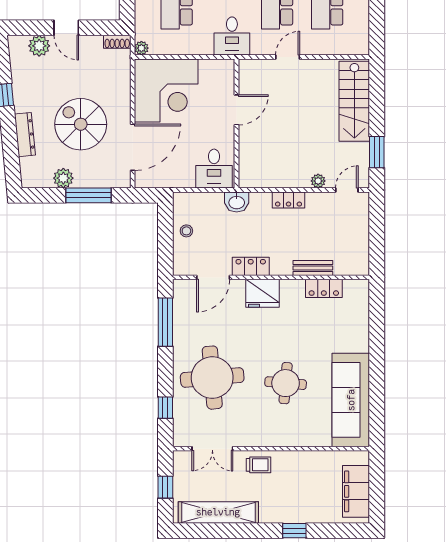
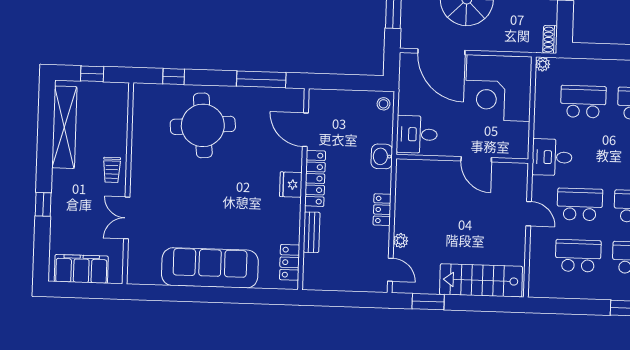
stool: (186, 231) -> (383, 104), moved
locker: (251, 266) -> (315, 178), width x1.53
locker: (324, 288) -> (290, 262), moved
fridge: (263, 293) -> (291, 185), width x0.73, depth x0.75
round table: (286, 383) -> (195, 200), removed
sofa: (351, 400) -> (210, 268), moved
double door: (212, 449) -> (127, 218), moved

